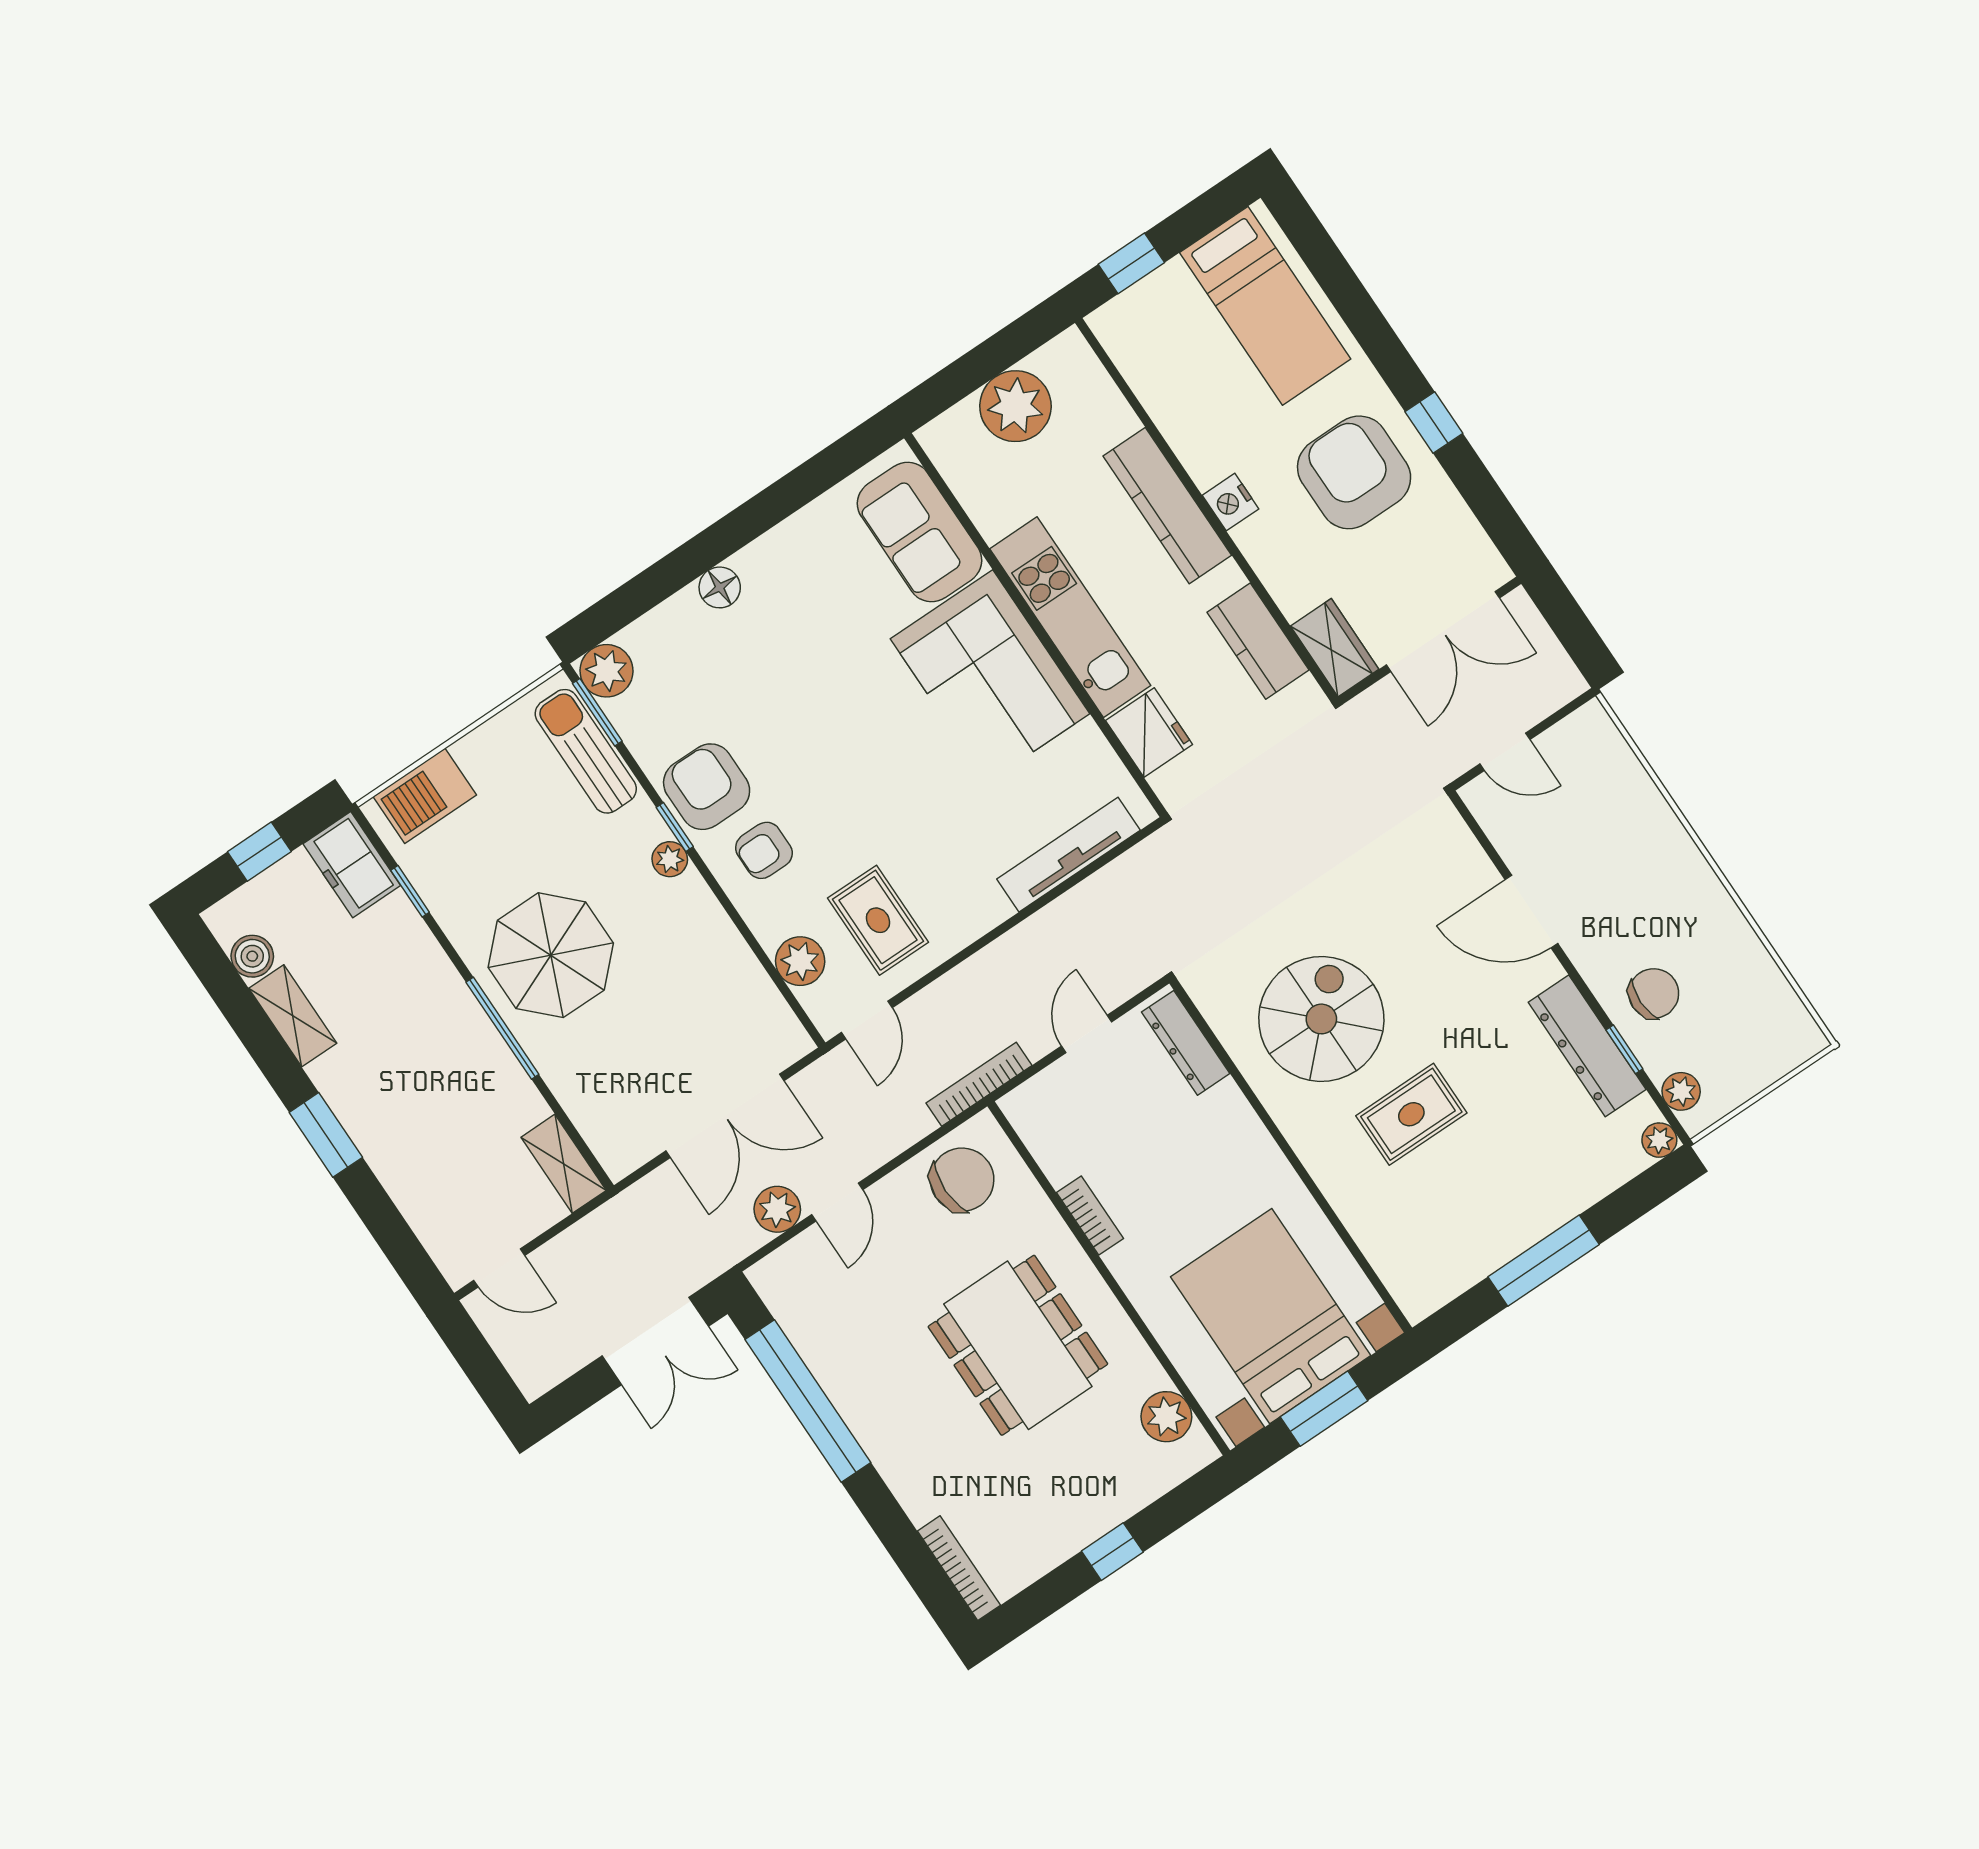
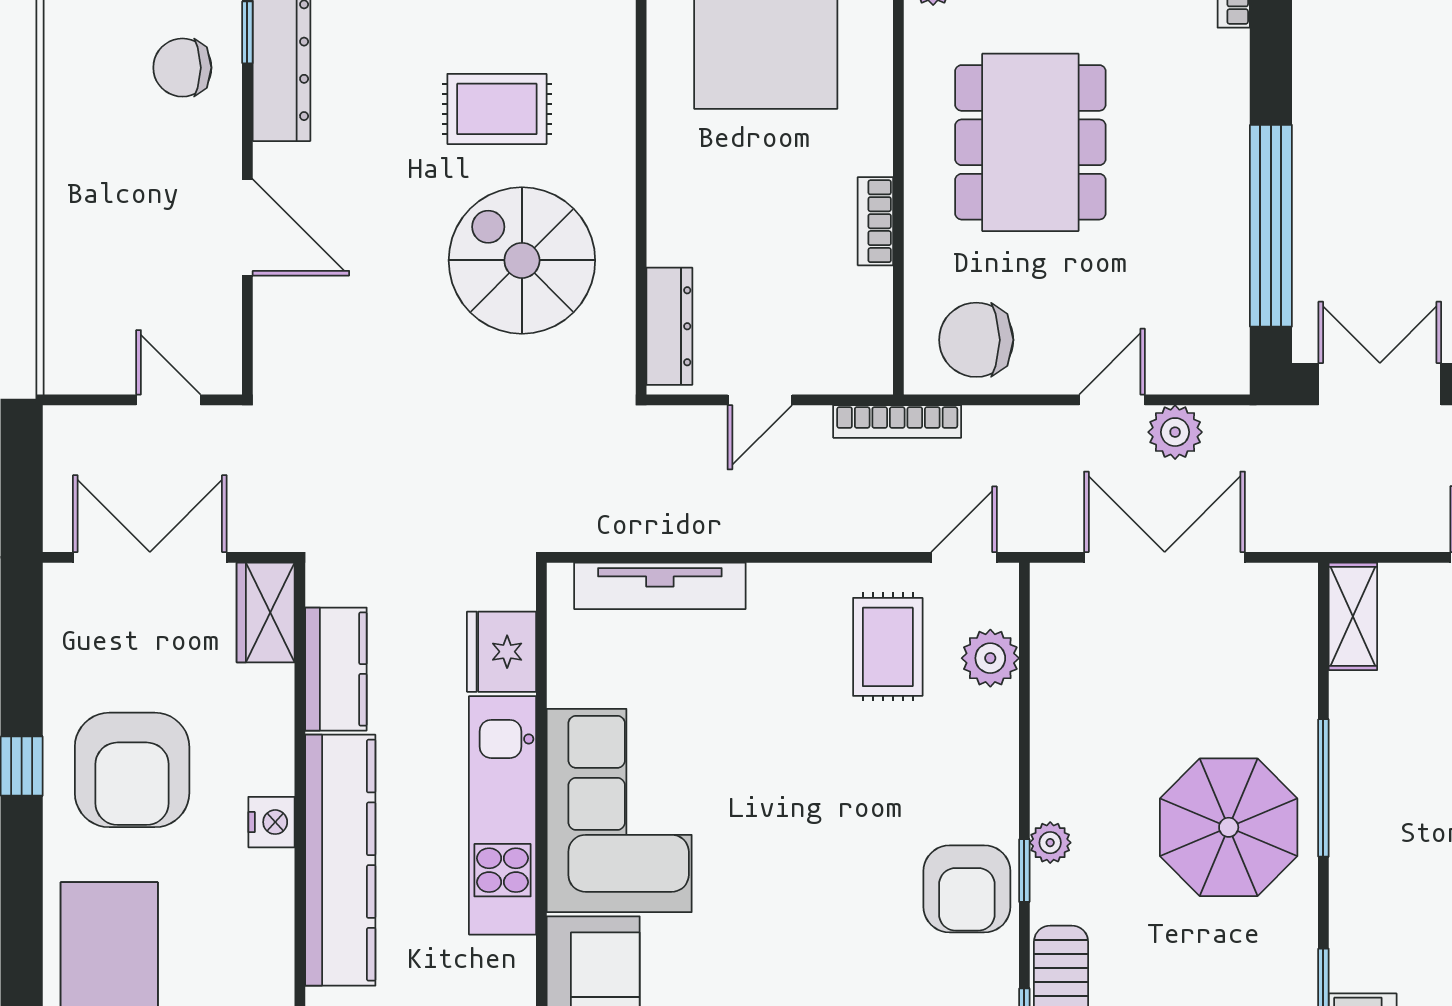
kitchen counter: (1167, 506) -> (340, 860), width x1.39, depth x1.17
armchair: (764, 850) -> (953, 789), removed
spiral stairs: (1321, 1019) -> (522, 260), turned 90

